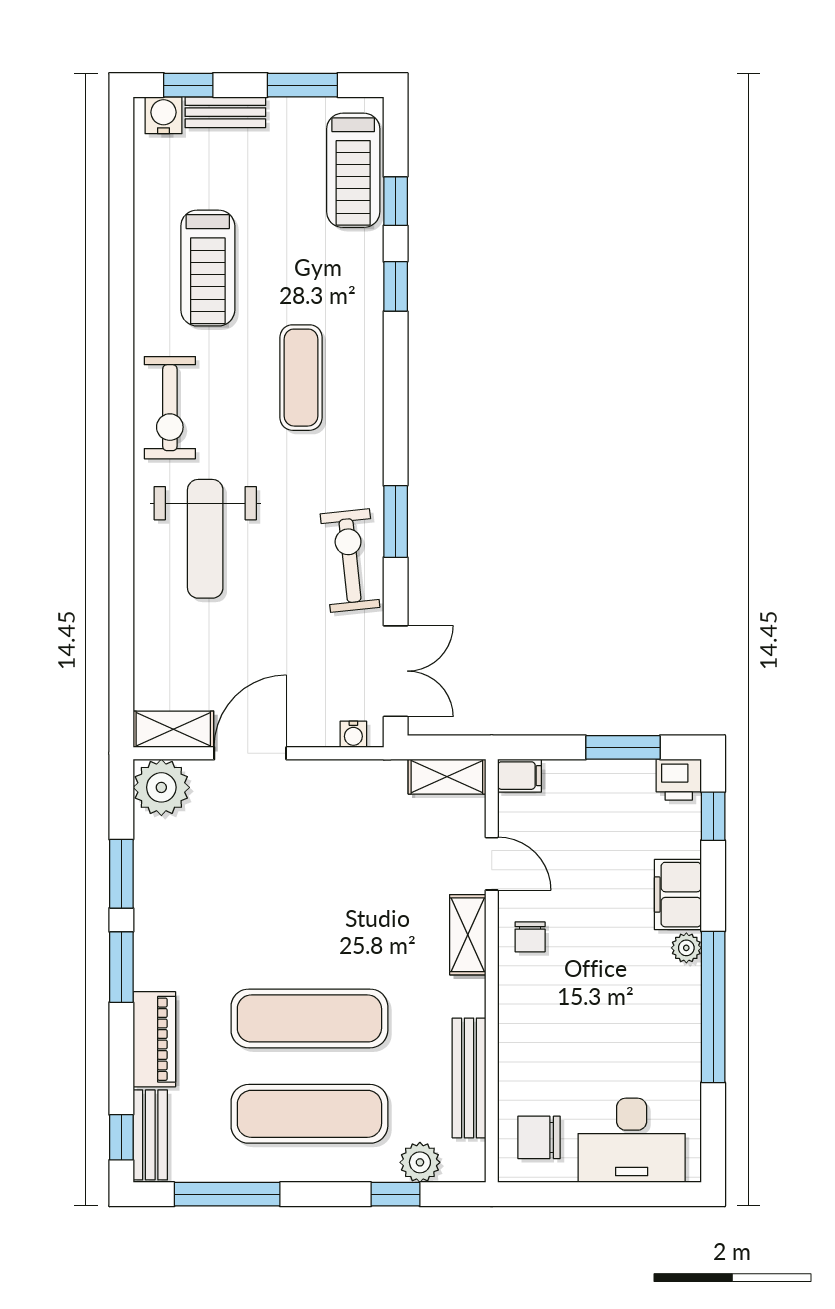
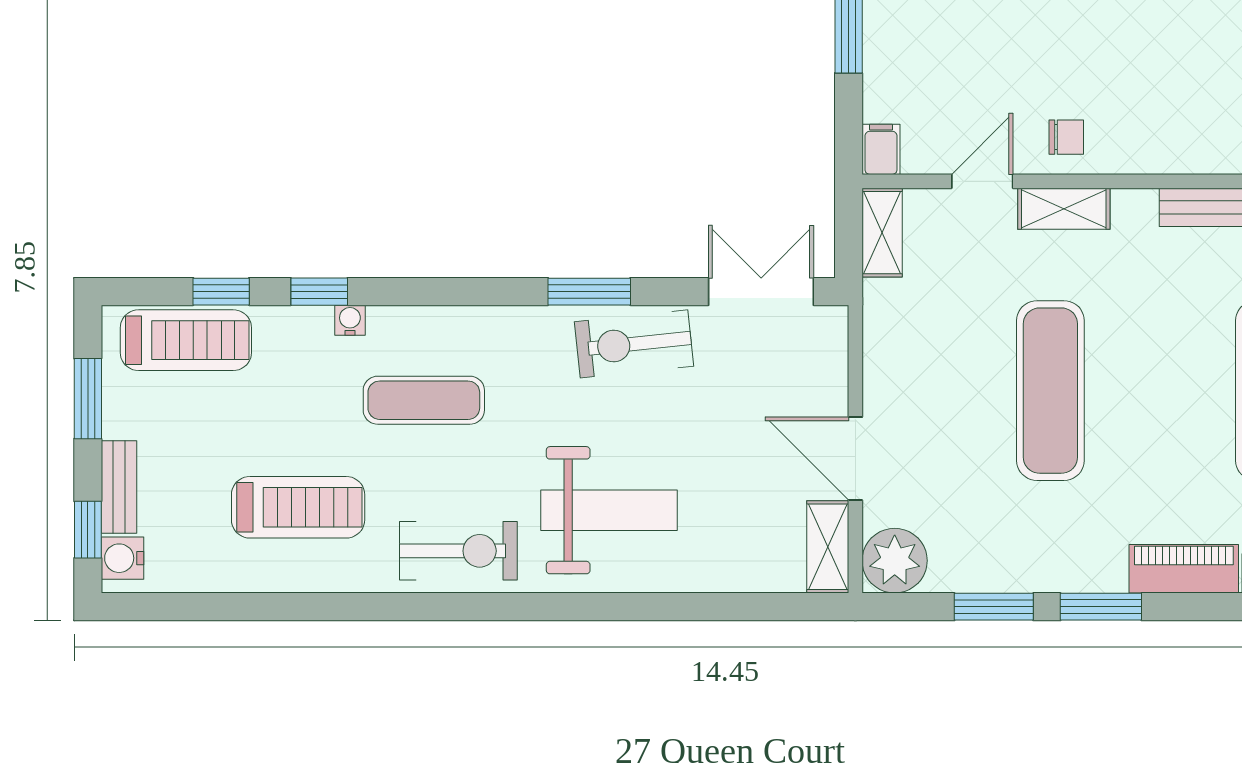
water cooler: (353, 734) -> (350, 320), moved, turned -90
exercise mat: (309, 1018) -> (1050, 391), moved

